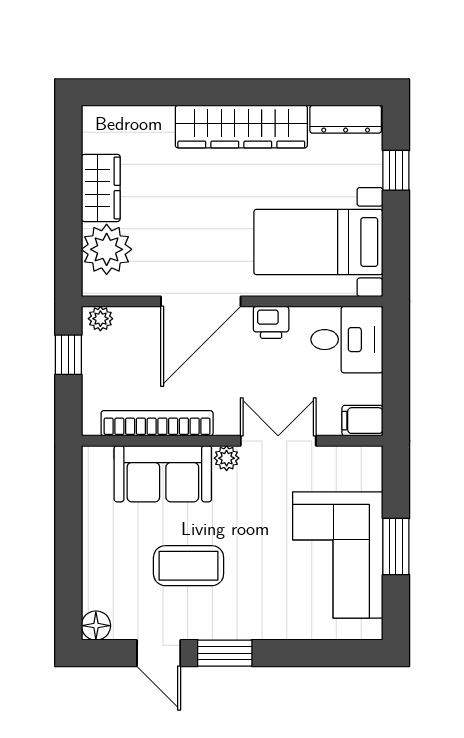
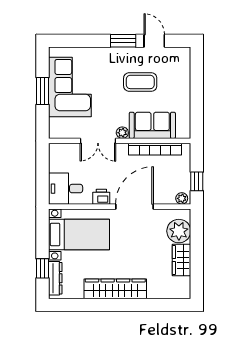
dresser: (346, 119) -> (55, 278), moved, turned 90
filing cabinet: (362, 421) -> (58, 150), removed
floor lamp: (96, 626) -> (184, 54), removed

